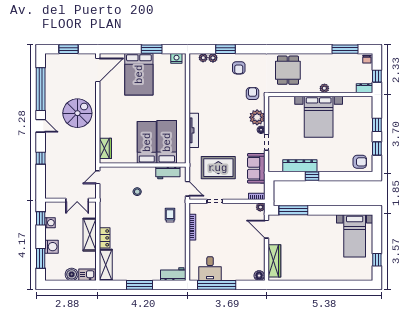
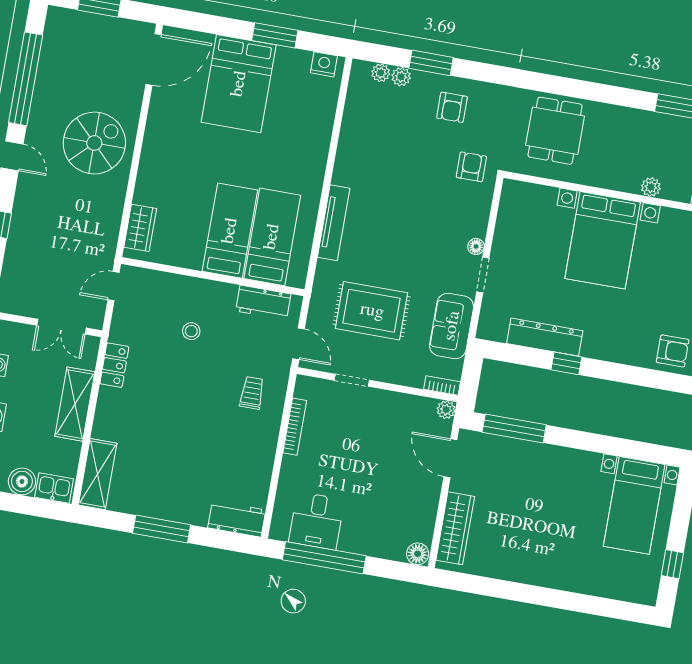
plant: (324, 88) -> (651, 187), moved
plant: (257, 117) -> (472, 219), removed
locker: (105, 238) -> (114, 365), moved

